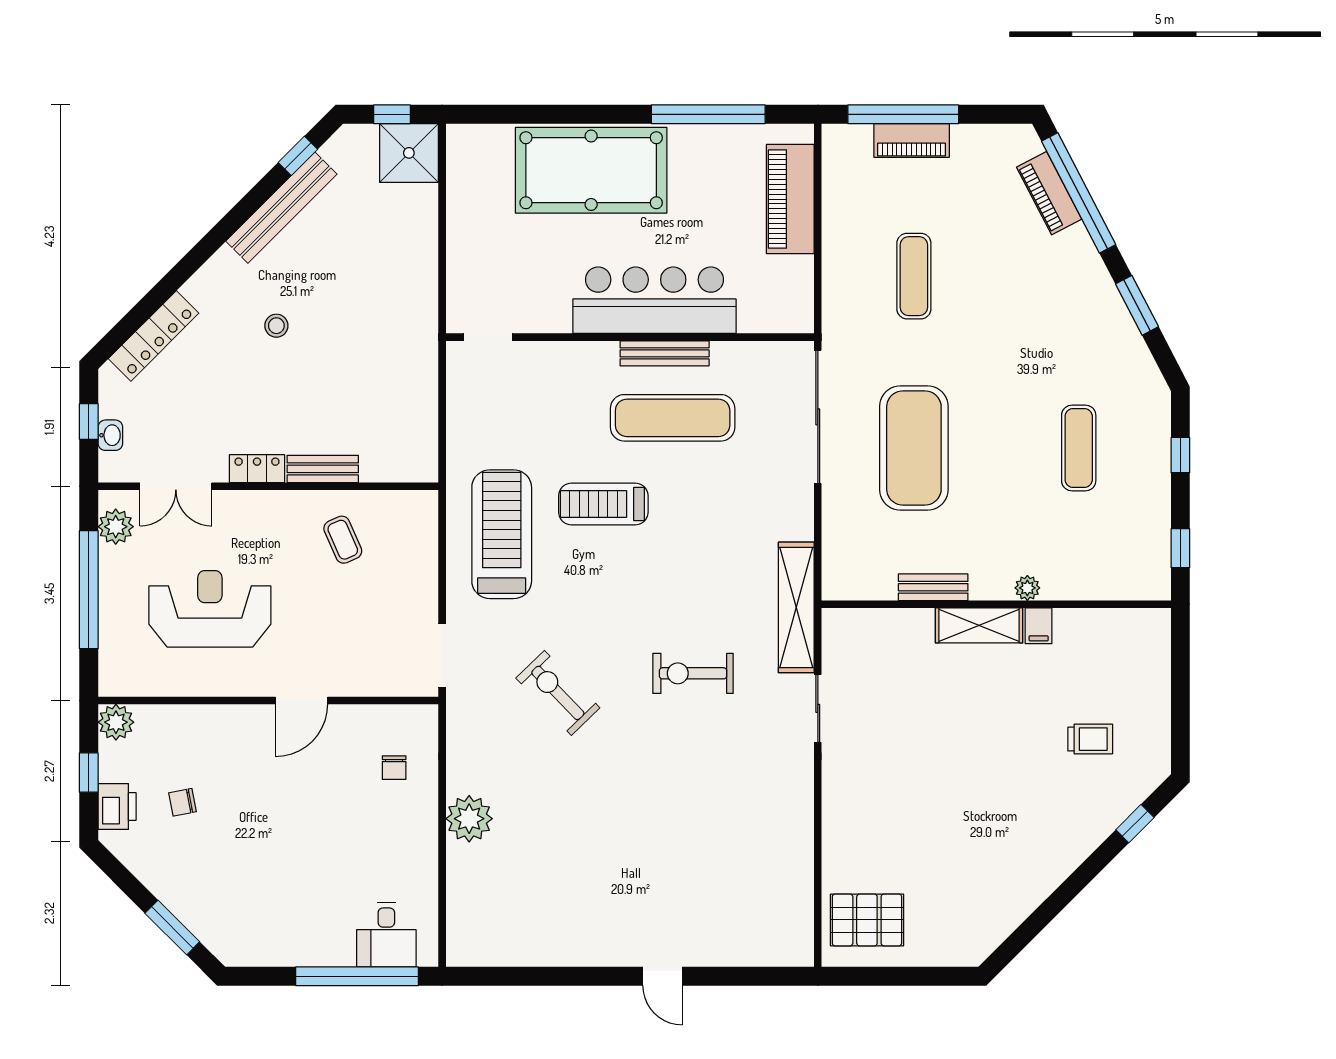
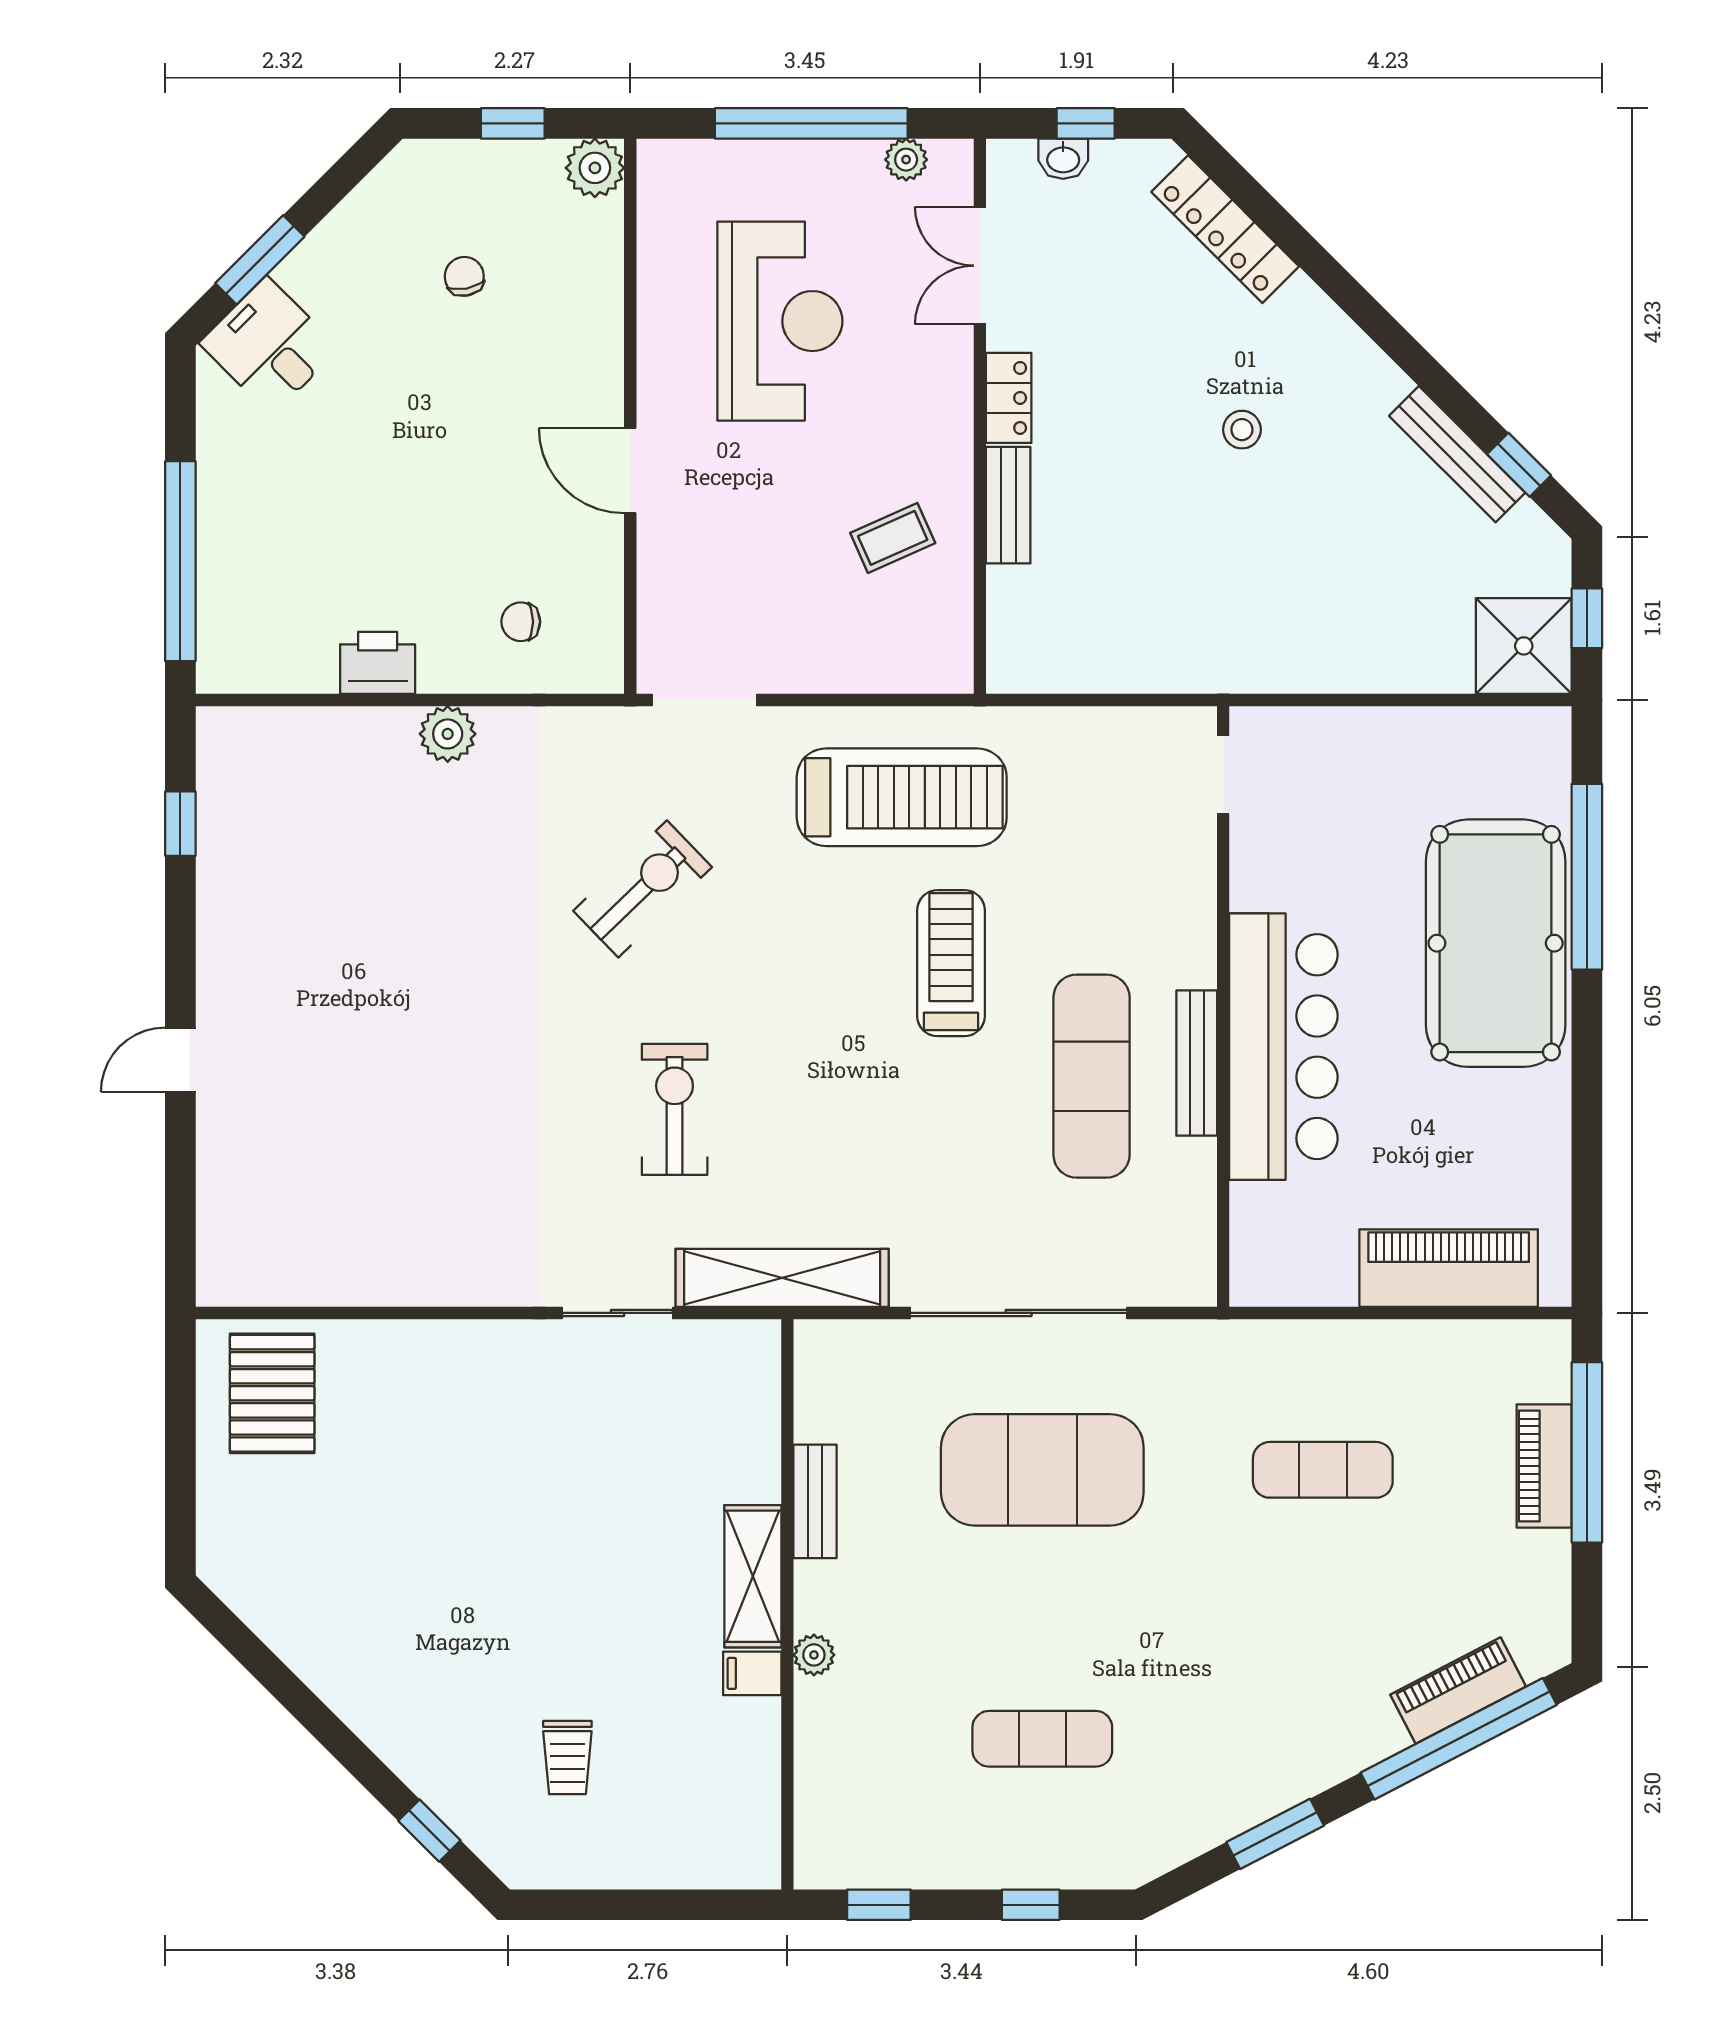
window: (708, 114) -> (1587, 877), moved
bench: (281, 208) -> (1457, 454), width x0.73, depth x0.82
sliding door: (818, 417) -> (1019, 1313), moved
plant: (116, 527) -> (906, 160), width x0.73, depth x0.73
printer: (117, 807) -> (378, 663), moved, turned 180
plant: (469, 819) -> (448, 734), width x0.73, depth x0.73
desk: (386, 935) -> (269, 346), moved, turned 45
window: (518, 976) -> (180, 824), added

